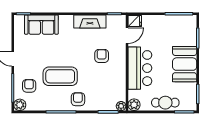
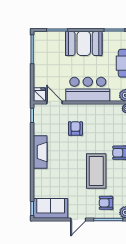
fireplace: (90, 21) -> (40, 152), moved
sofa: (41, 25) -> (51, 208), moved, turned -90
armchair: (102, 56) -> (75, 128), turned 90

